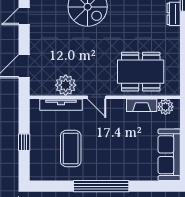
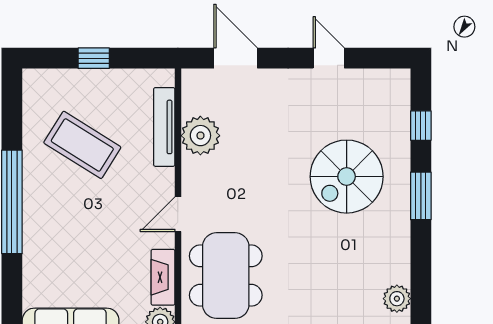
door: (97, 97) -> (178, 214), moved
coffee table: (71, 148) -> (82, 145), turned 32

